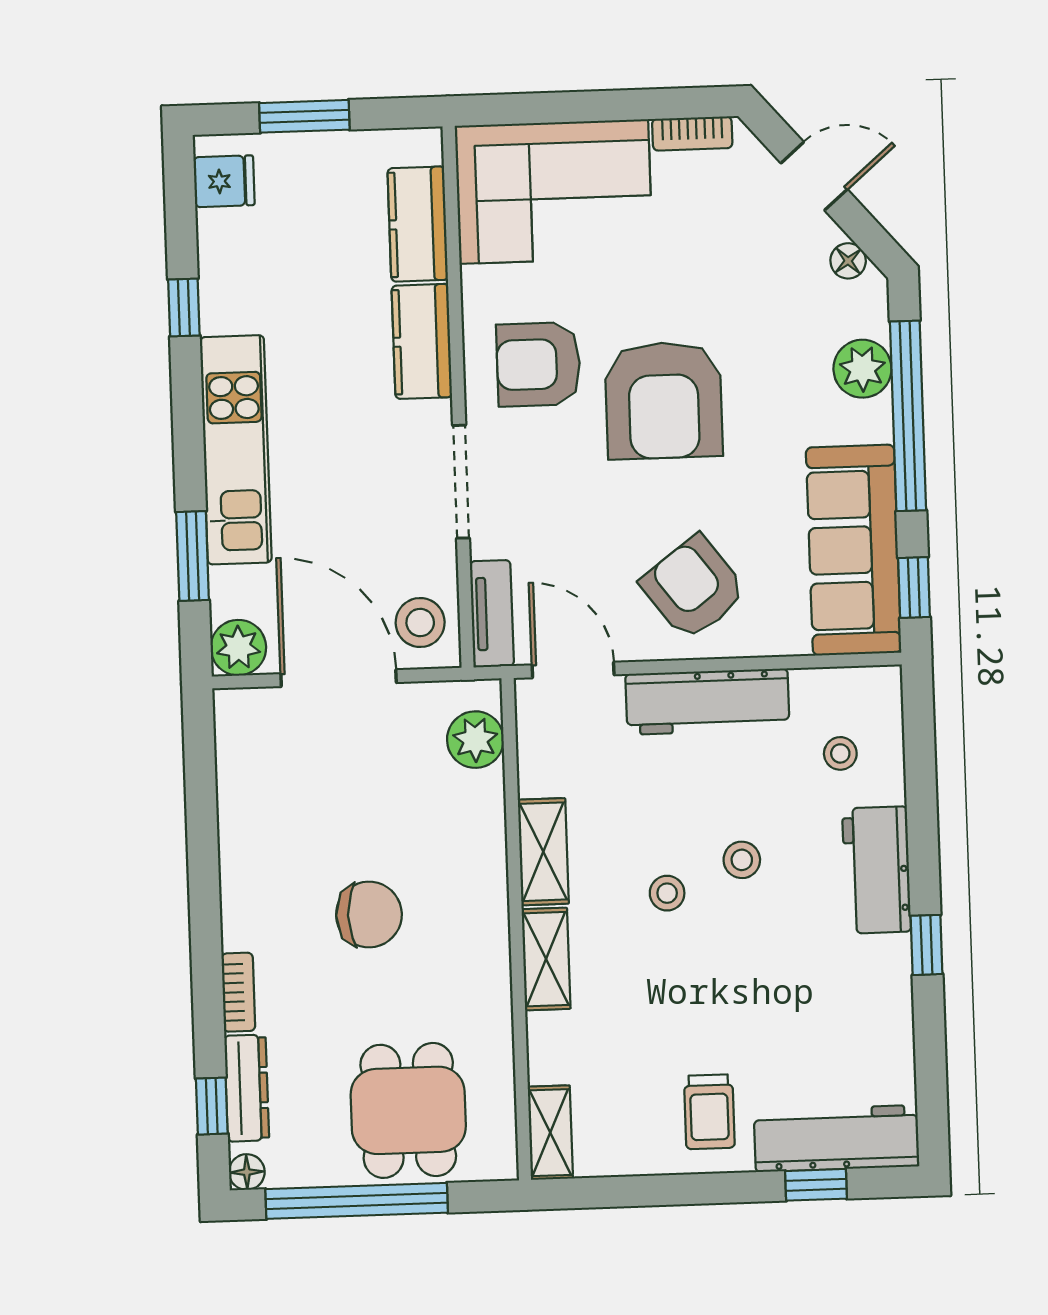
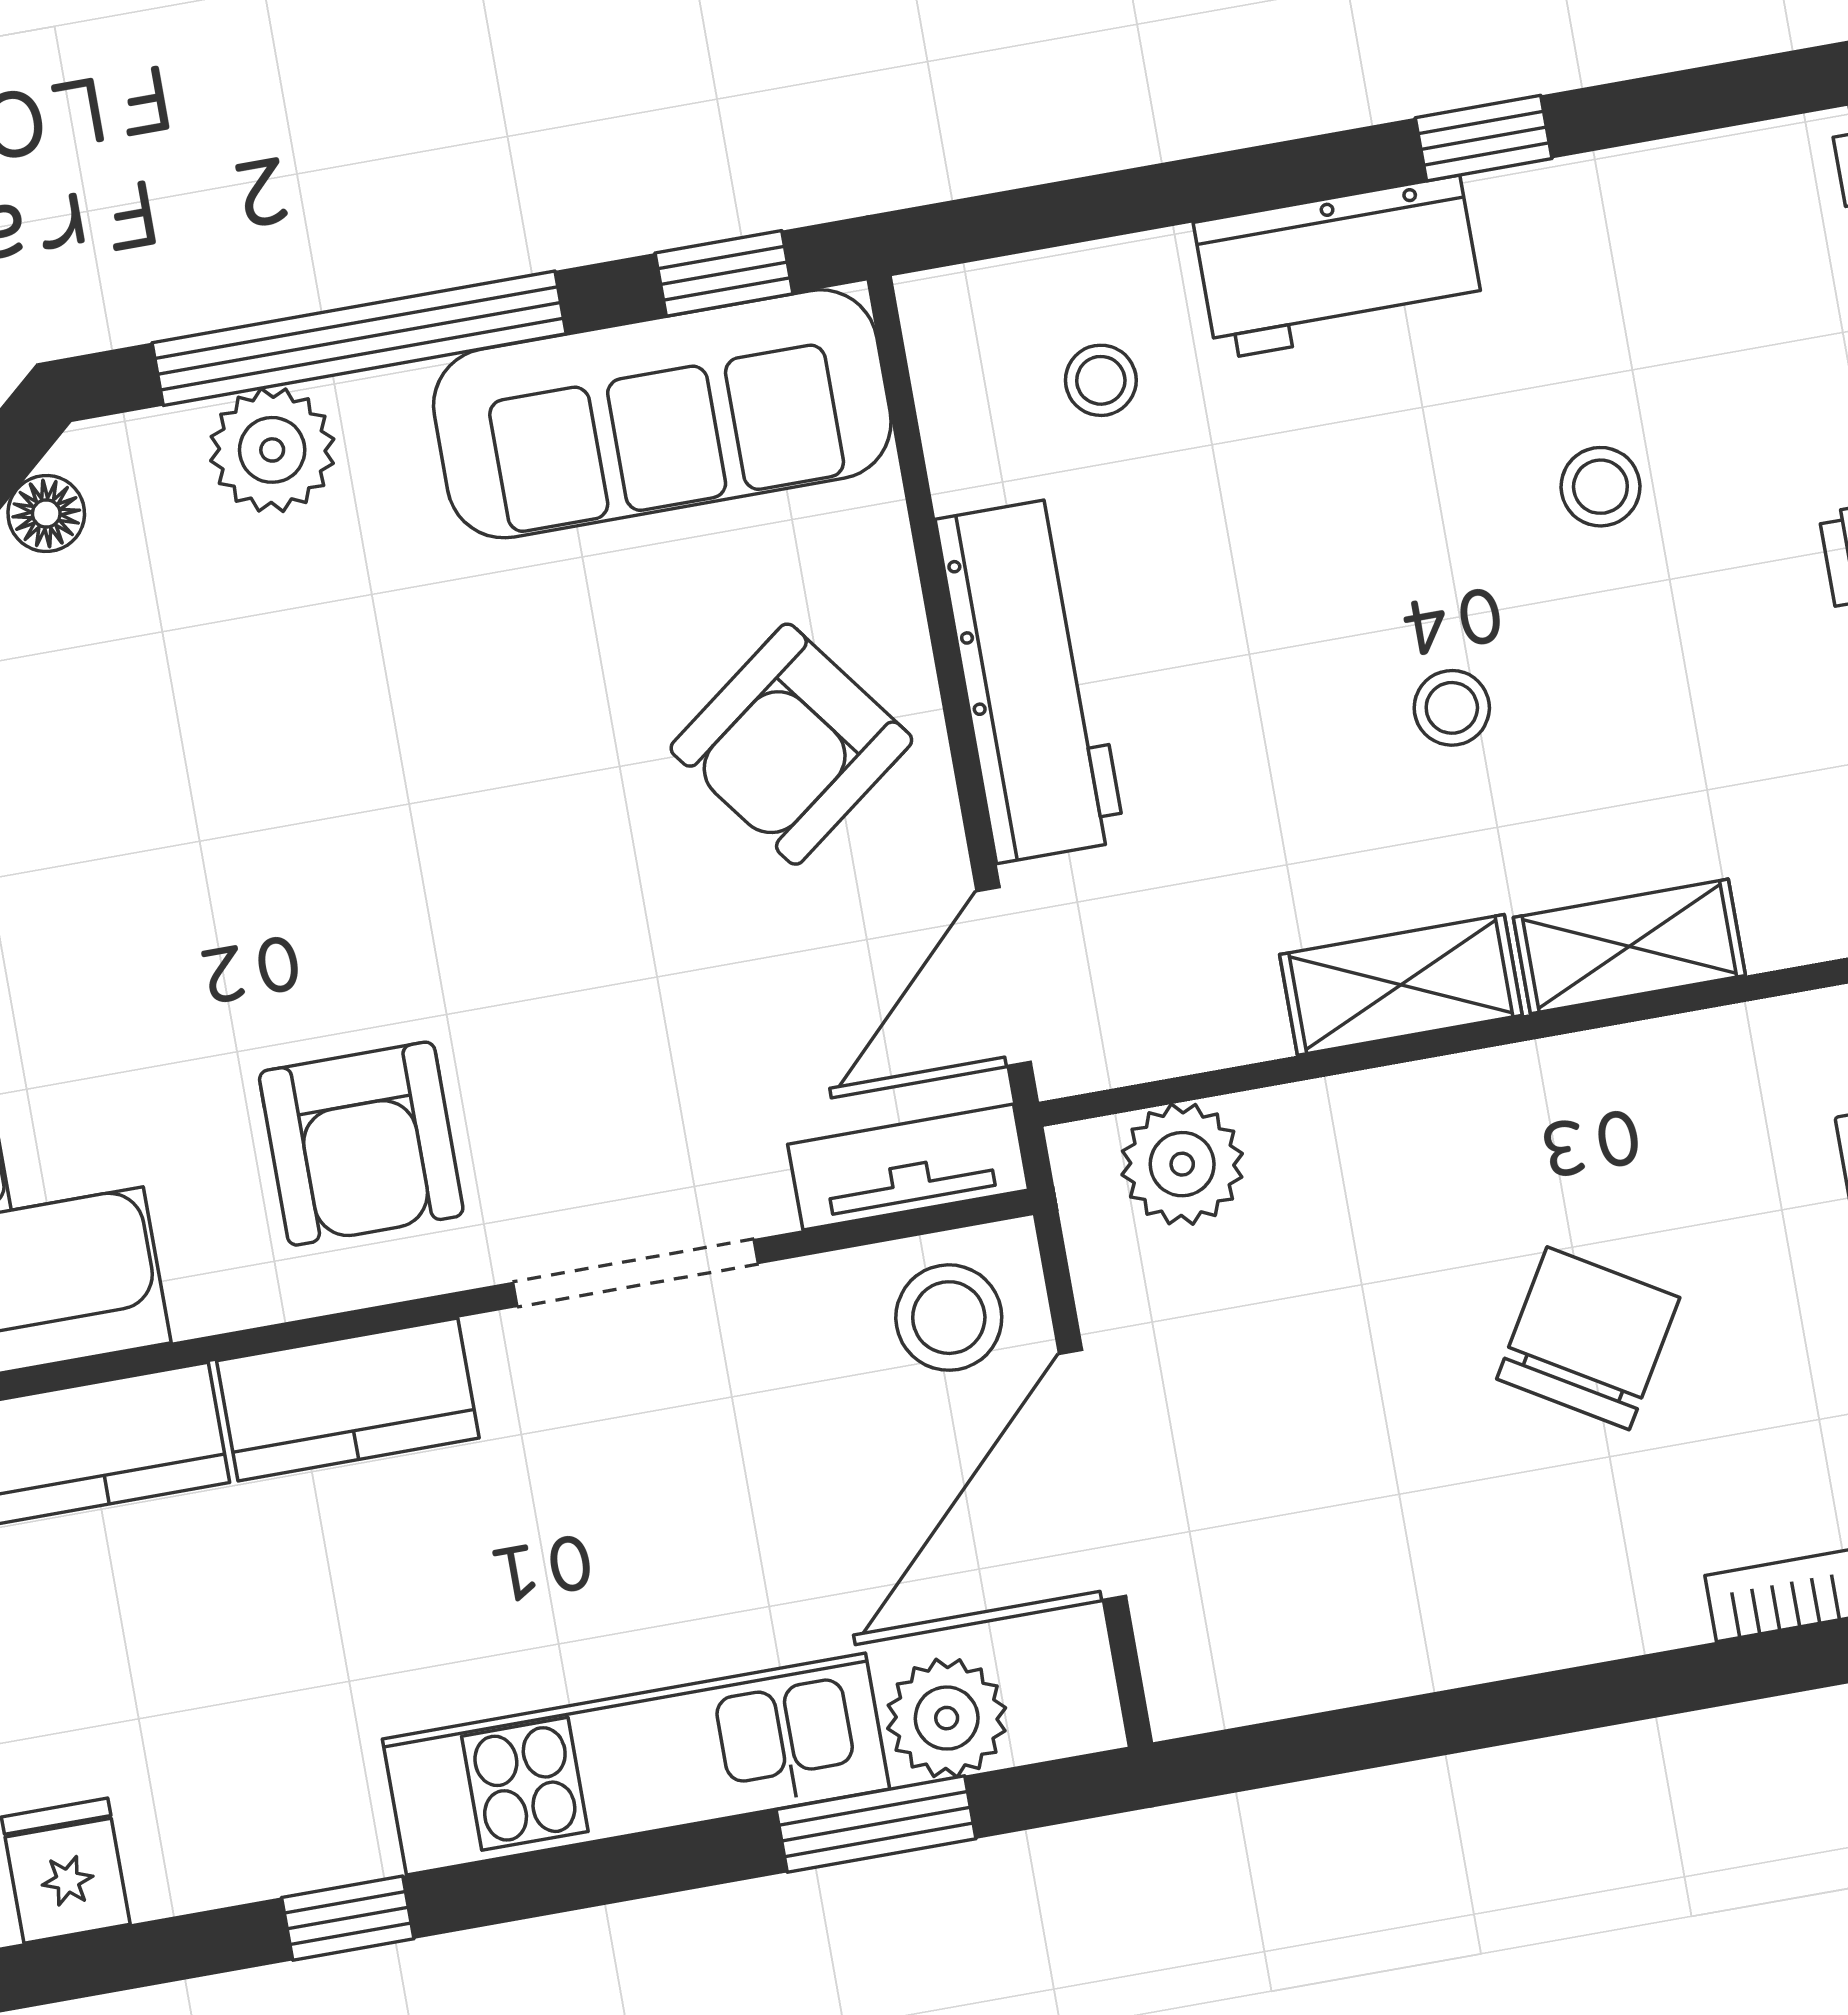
armchair: (664, 400) -> (400, 865), removed
plant: (238, 648) -> (947, 1718), moved
stool: (742, 860) -> (1600, 487), moved
chair: (369, 915) -> (1588, 1338), turned 31

